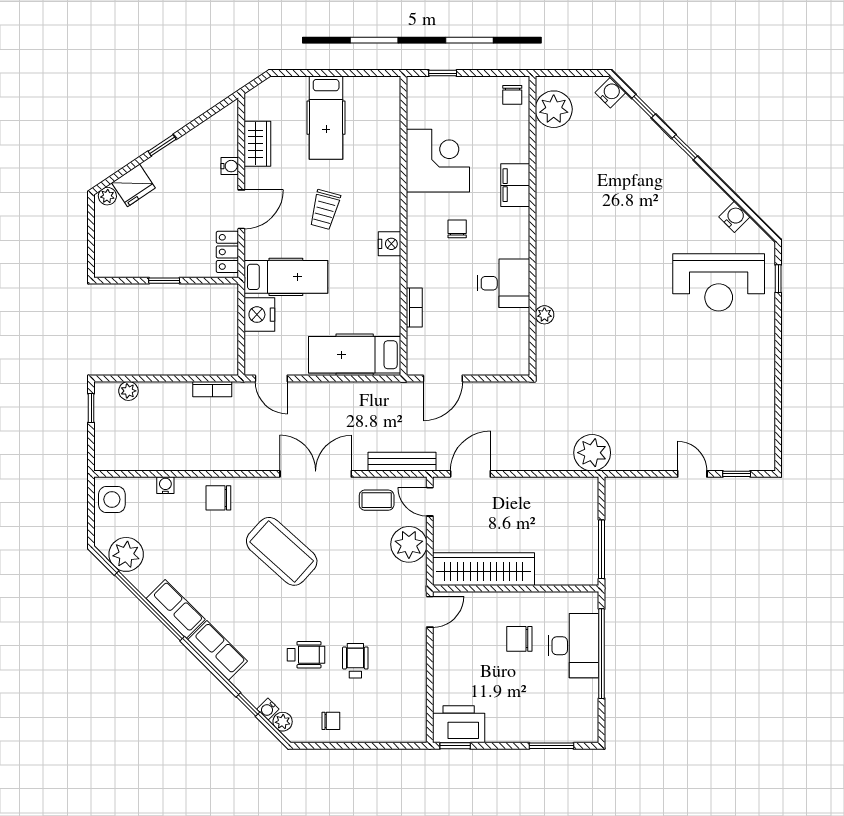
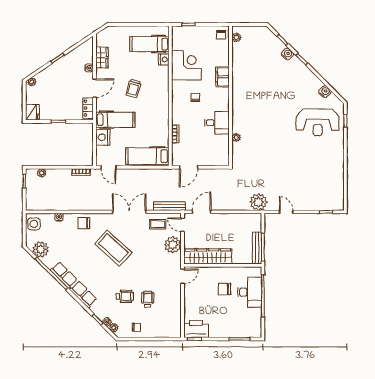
water cooler: (610, 93) -> (287, 54), moved
plant: (554, 109) -> (236, 37), width x0.53, depth x0.53
hospital bed: (326, 118) -> (149, 44), moved, turned 90
fridge: (133, 185) -> (32, 112), moved, turned -56
nightstand: (390, 244) -> (164, 59), moved
door: (692, 474) -> (286, 212), moved
bench: (589, 551) -> (257, 248), added

